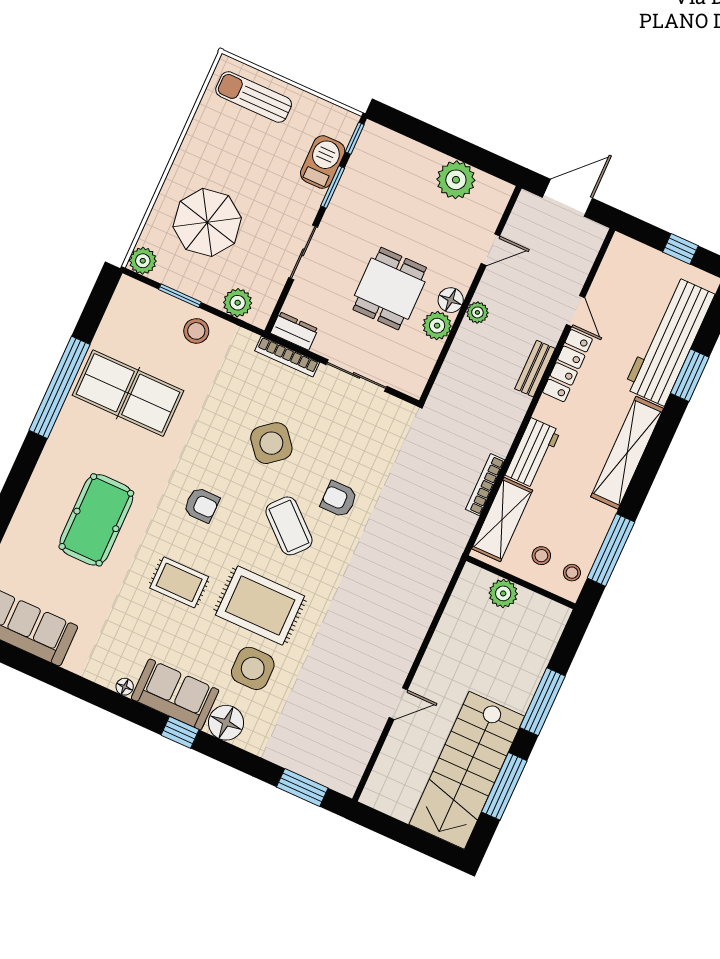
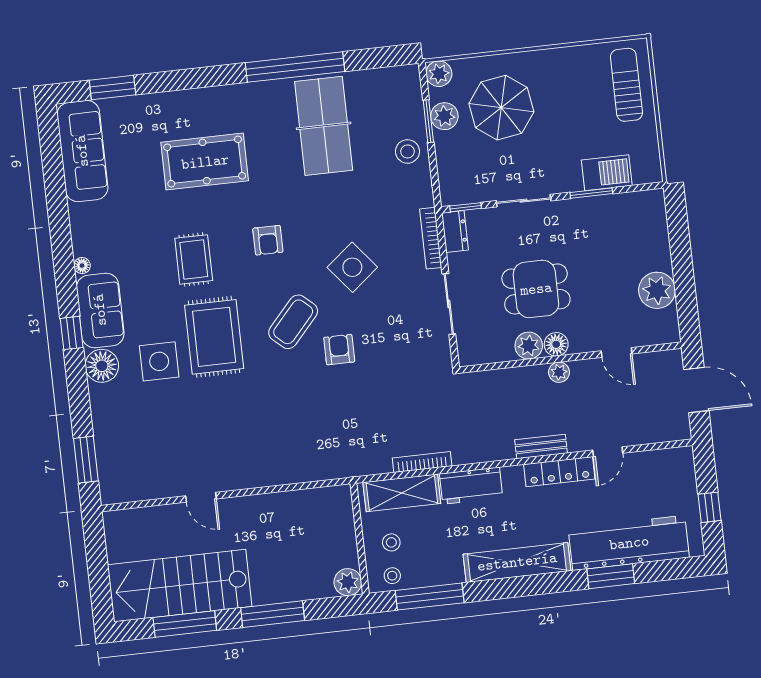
window: (355, 138) -> (466, 207), moved
plant: (238, 303) -> (444, 116), moved
plant: (503, 593) -> (348, 582), moved

